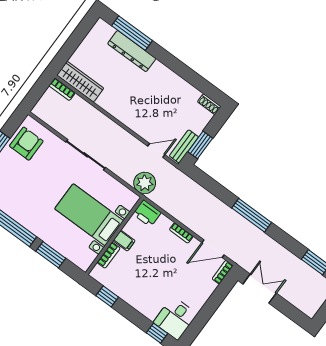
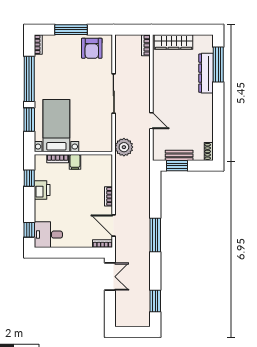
wardrobe: (80, 82) -> (174, 42), moved, turned 90
armchair: (26, 144) -> (92, 48), turned 90
bench: (184, 146) -> (179, 155), moved
door: (156, 150) -> (151, 121), moved
printer: (147, 213) -> (42, 190), moved, turned 180
bed with nightstands: (89, 215) -> (56, 126), moved

